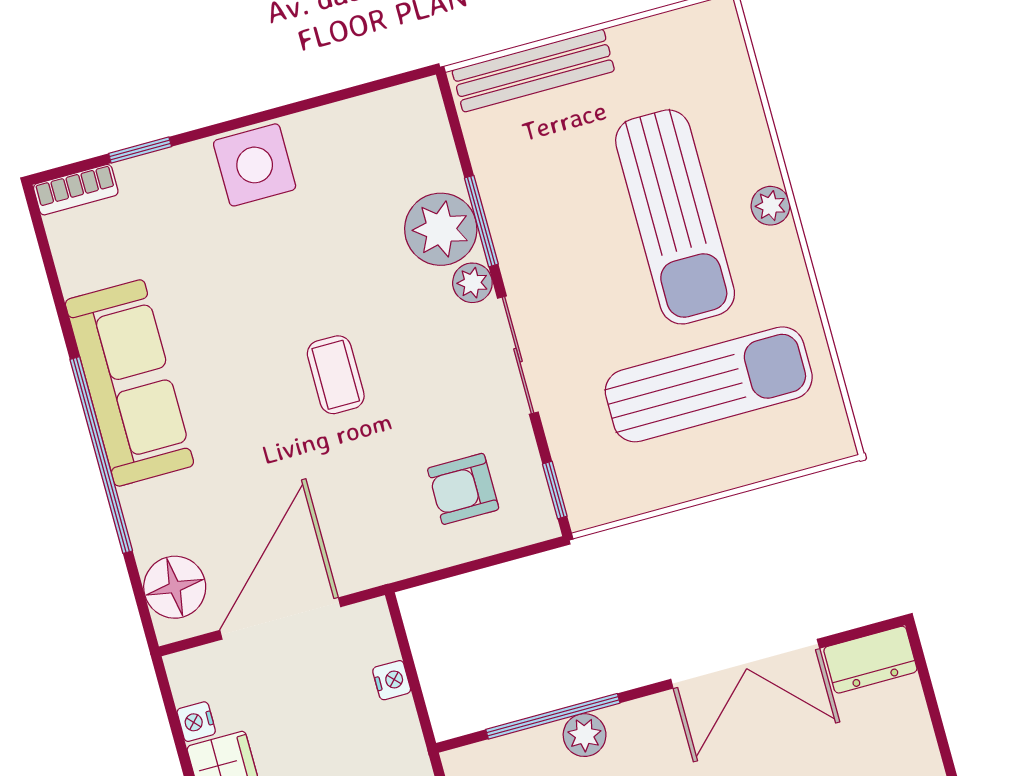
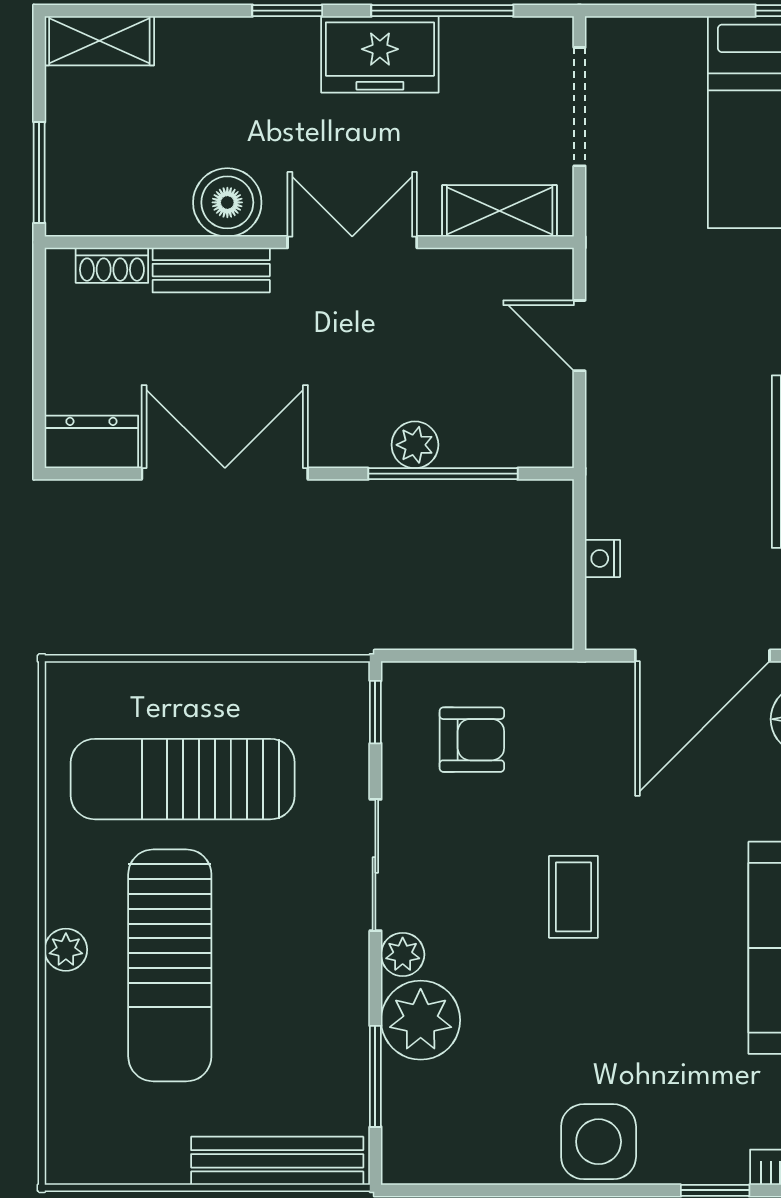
sun lounger: (675, 217) -> (170, 965), turned 180
window: (481, 221) -> (375, 1076), moved

